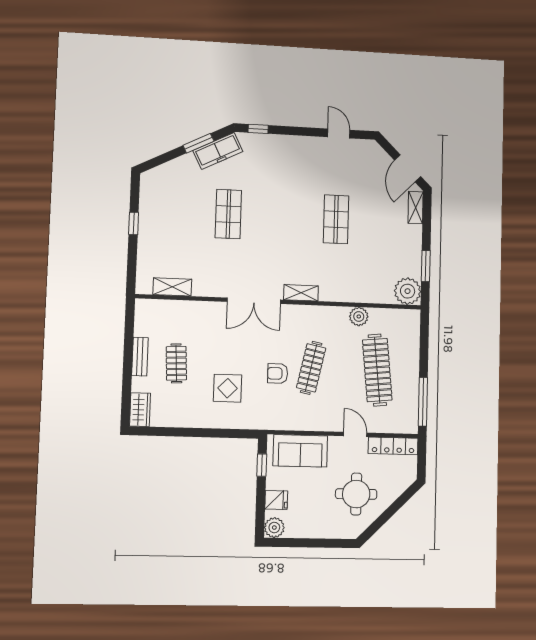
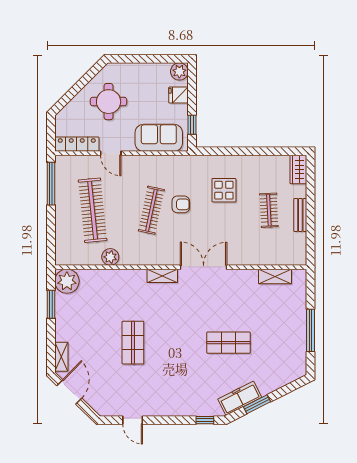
shop shelf: (228, 214) -> (229, 343), turned 90
window: (134, 223) -> (311, 330), width x2.17

